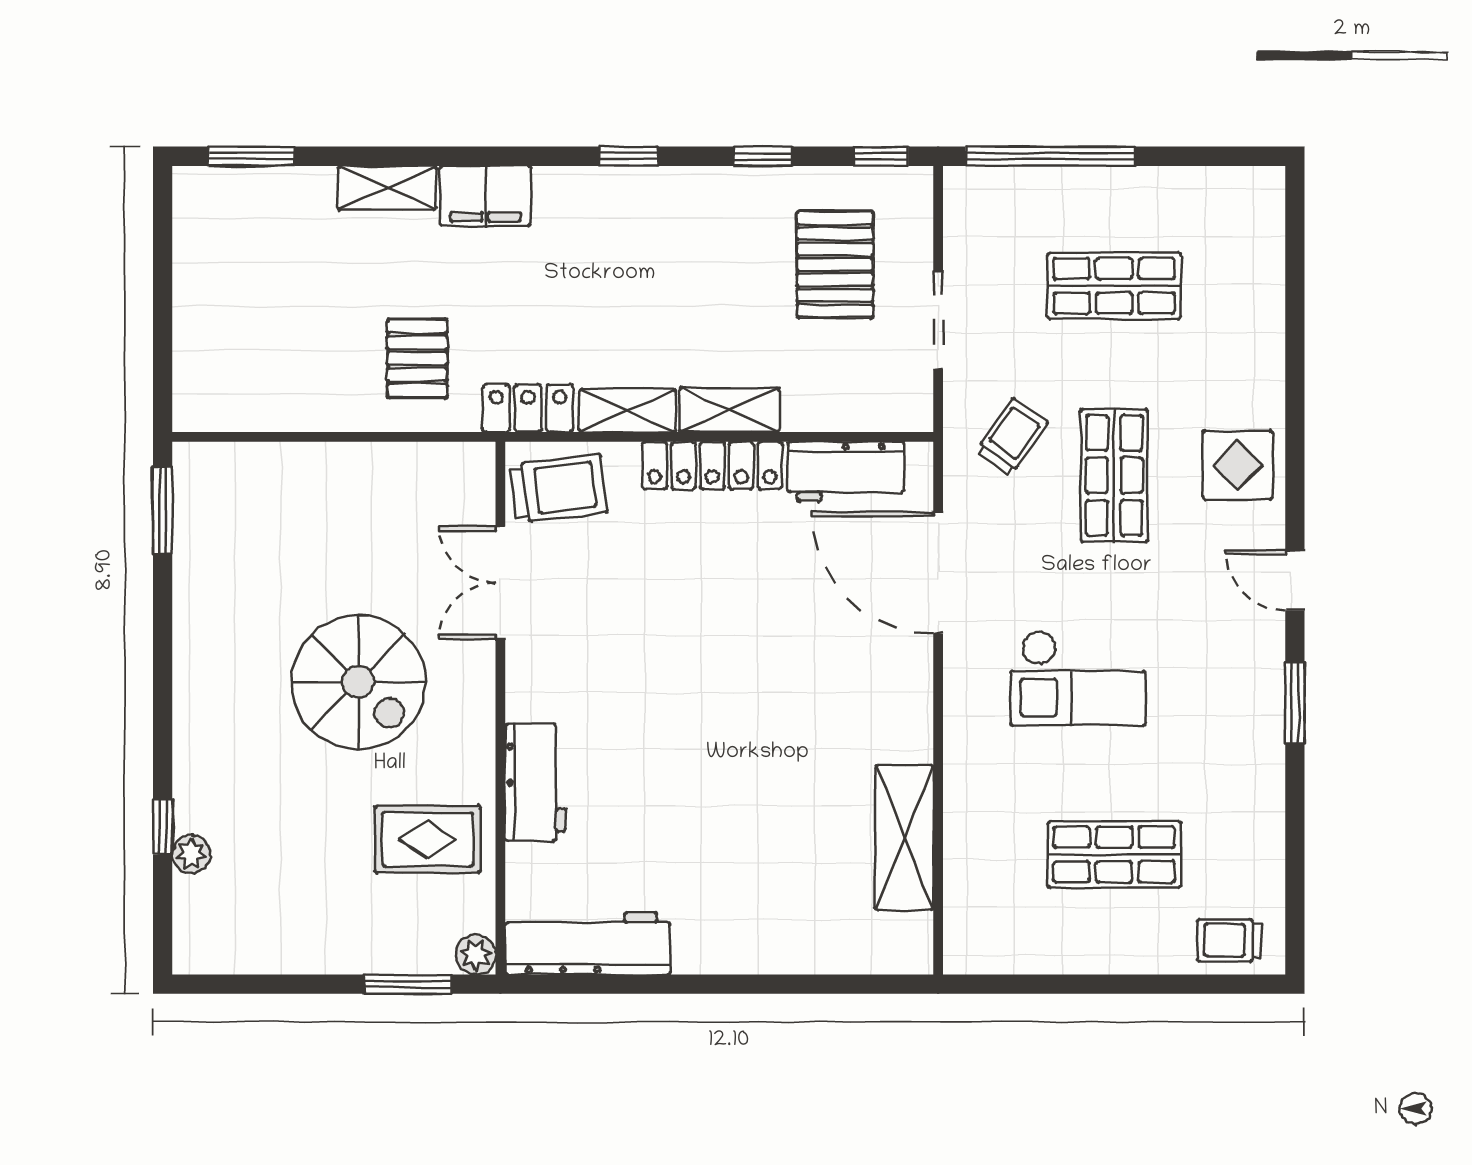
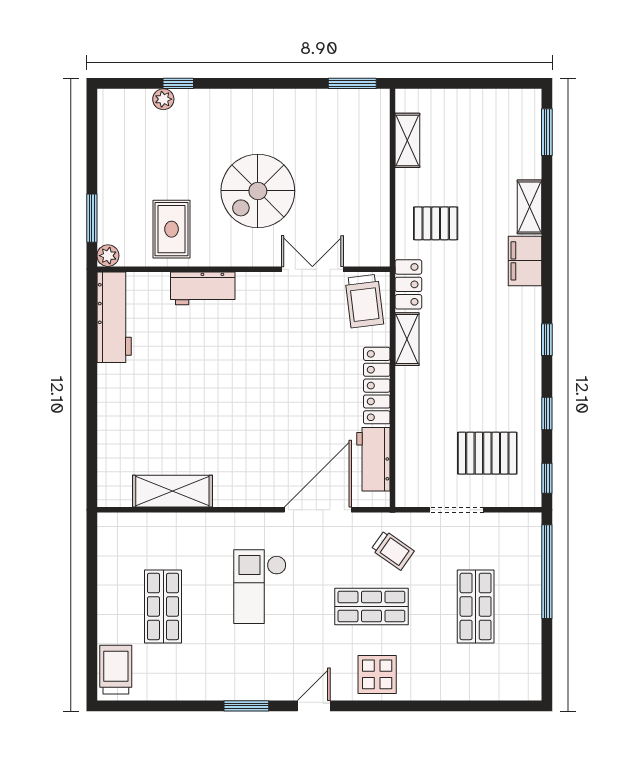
shelving: (729, 410) -> (407, 140), moved
trolley: (1229, 940) -> (116, 670), width x1.36, depth x1.39

